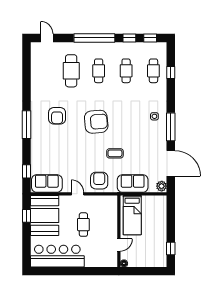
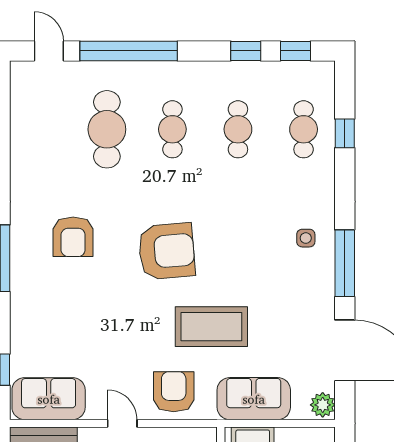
window: (94, 38) -> (129, 51), moved
coffee table: (115, 153) -> (211, 327), width x1.86, depth x1.72

